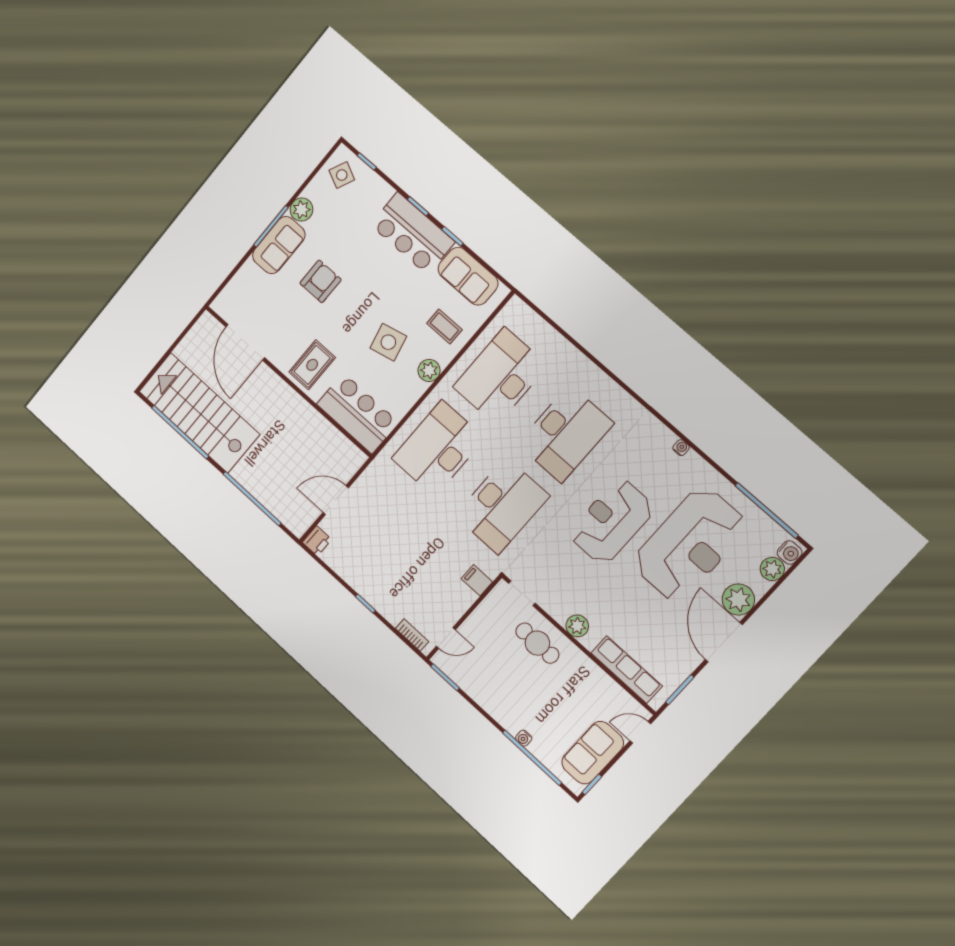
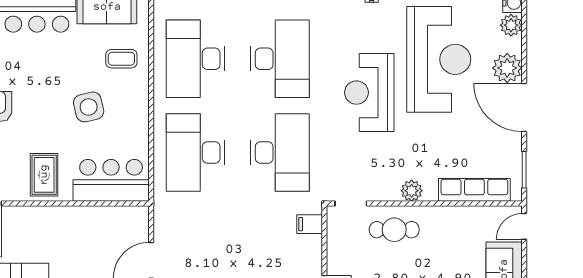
plant: (429, 370) -> (138, 101), removed

